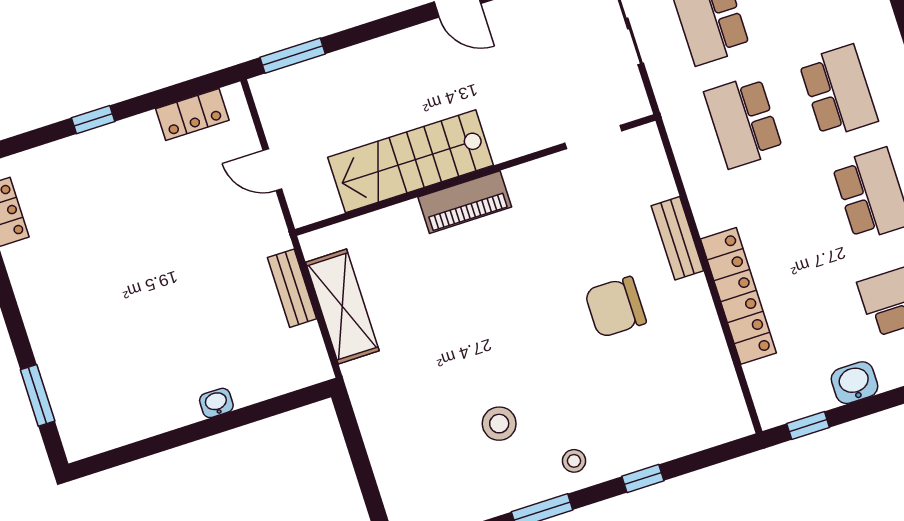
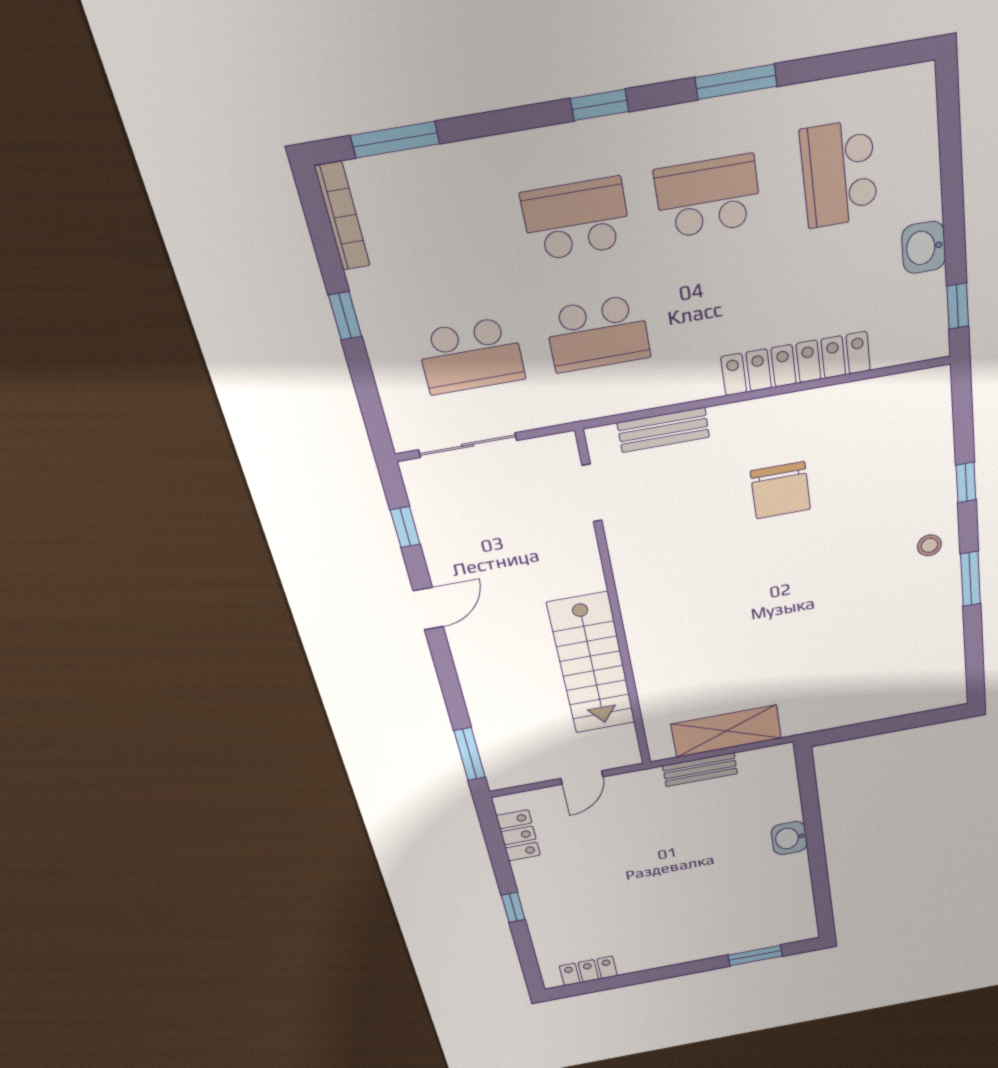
piano: (465, 202) -> (642, 620), removed
bench: (677, 238) -> (663, 430), moved
washbasin: (216, 403) -> (789, 838), width x1.38, depth x1.45
stool: (499, 424) -> (874, 609), removed

